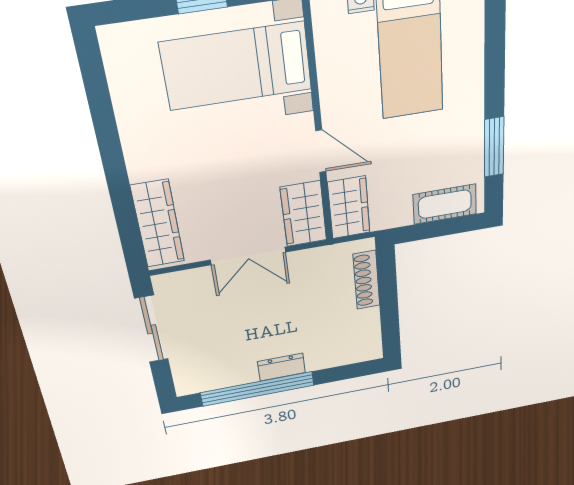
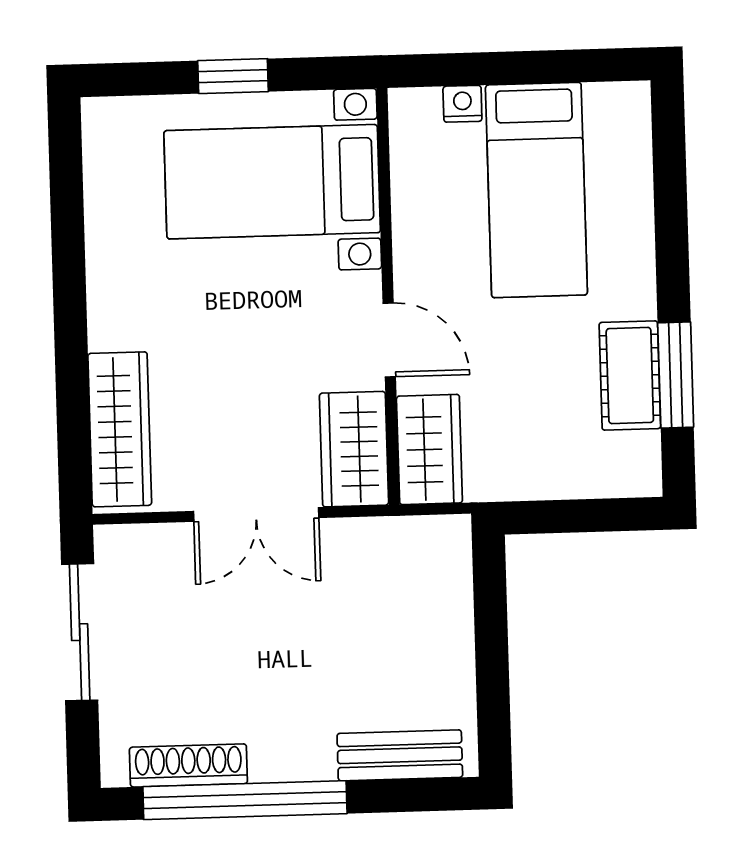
cot: (445, 204) -> (630, 375), moved, turned 90
shoe rack: (366, 280) -> (188, 765), moved, turned 90
bench: (340, 356) -> (400, 755), added
dresser: (282, 367) -> (292, 759), removed

